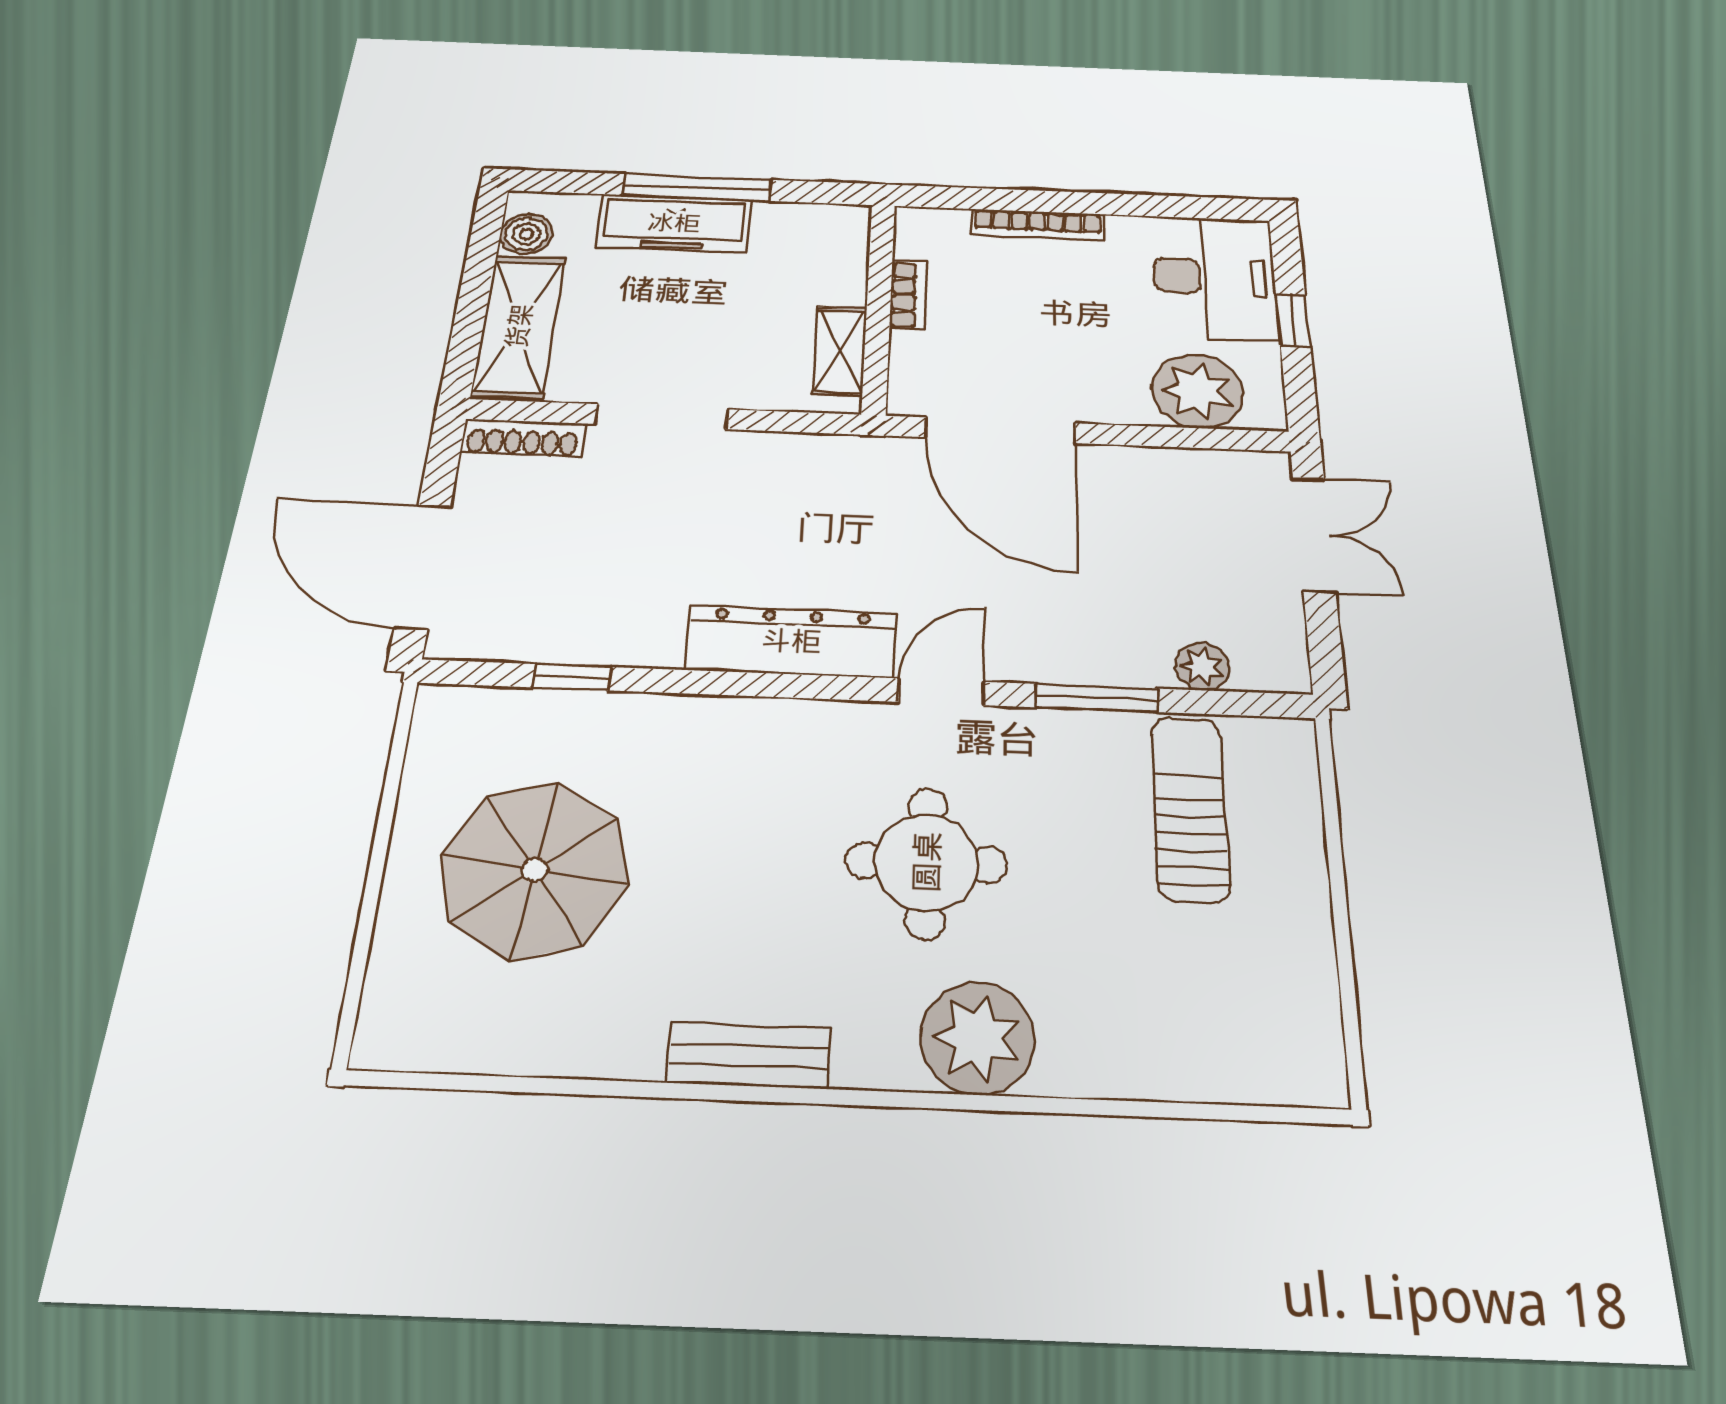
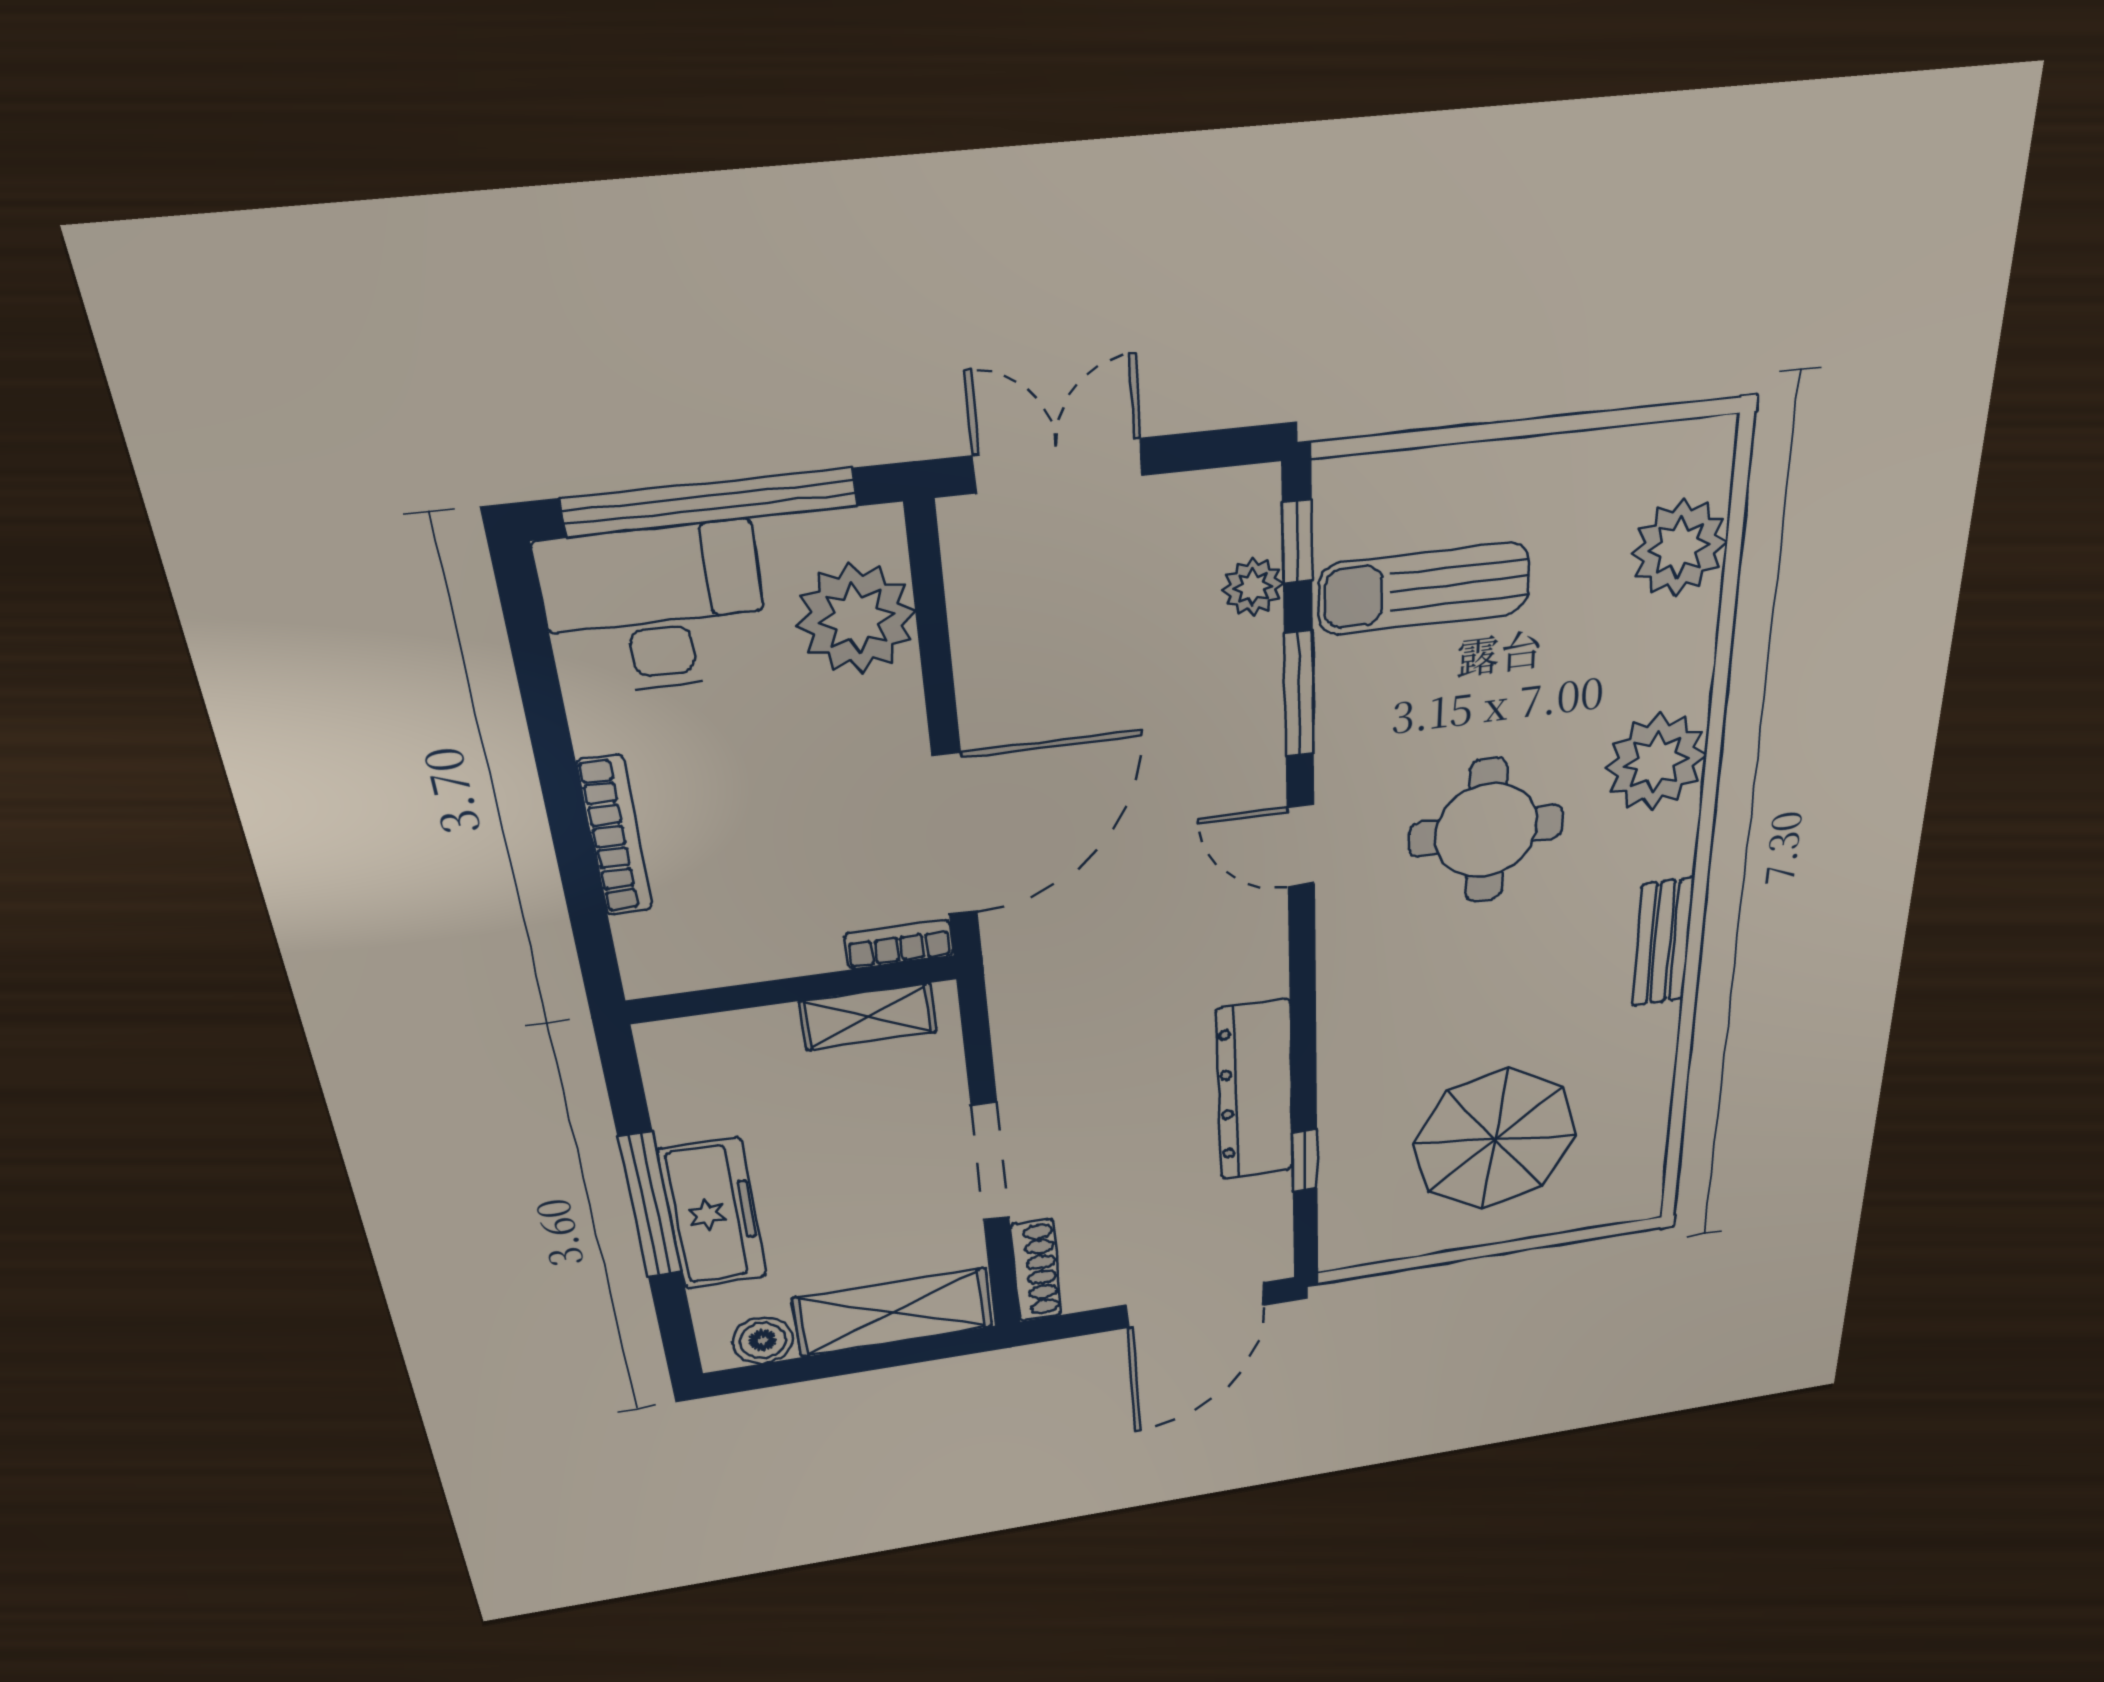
bookcase: (908, 295) -> (899, 945), moved
window: (1293, 320) -> (710, 502), width x3.17
dresser: (791, 641) -> (1255, 1091), moved
window: (1241, 704) -> (1297, 542), added
plant: (1215, 1053) -> (1679, 548), added

